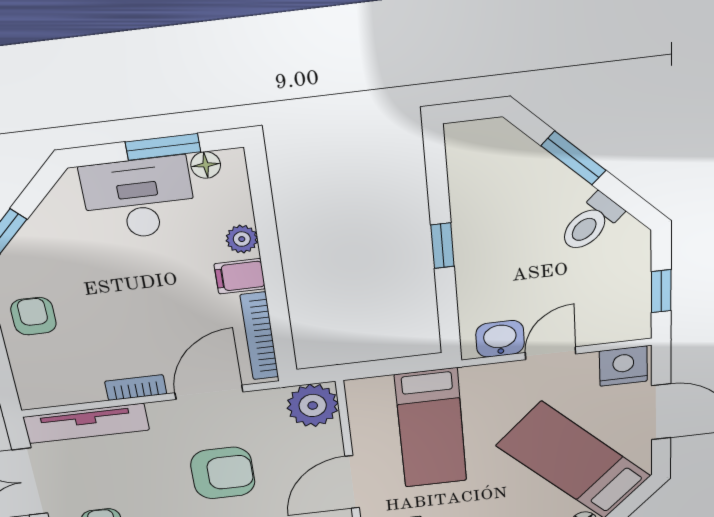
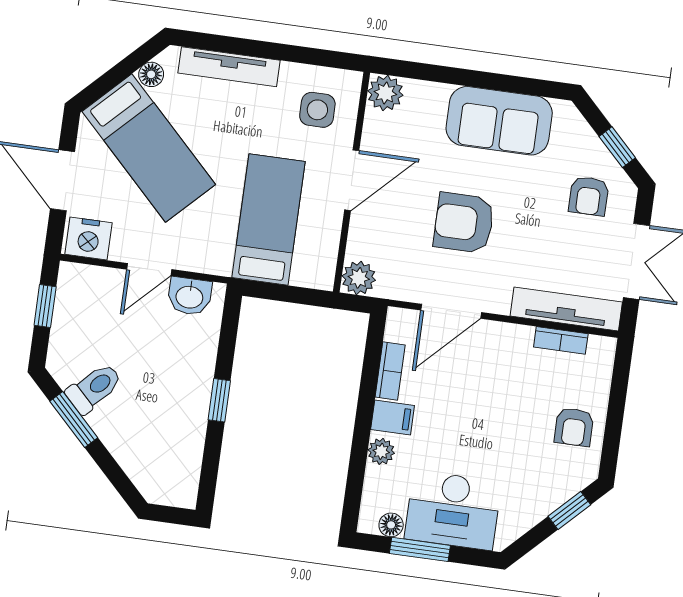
window: (574, 158) -> (74, 420), moved
bookcase: (260, 336) -> (390, 371), width x0.64
bookcase: (136, 388) -> (561, 340), moved
plant: (313, 406) -> (359, 278), width x0.73, depth x0.73

